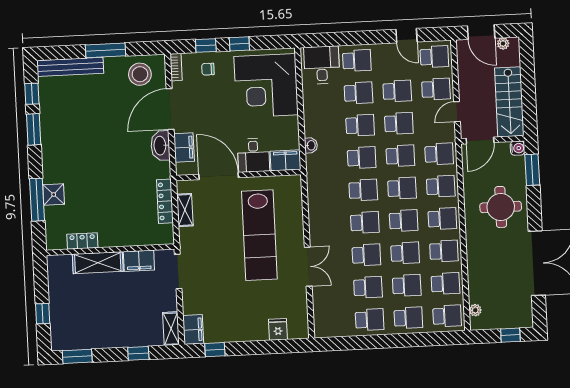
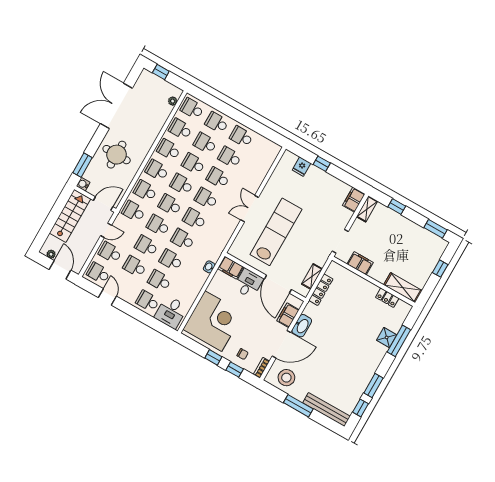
shelving: (98, 263) -> (403, 288), moved
double door: (308, 267) -> (250, 209), moved
window: (215, 350) -> (322, 164), moved

